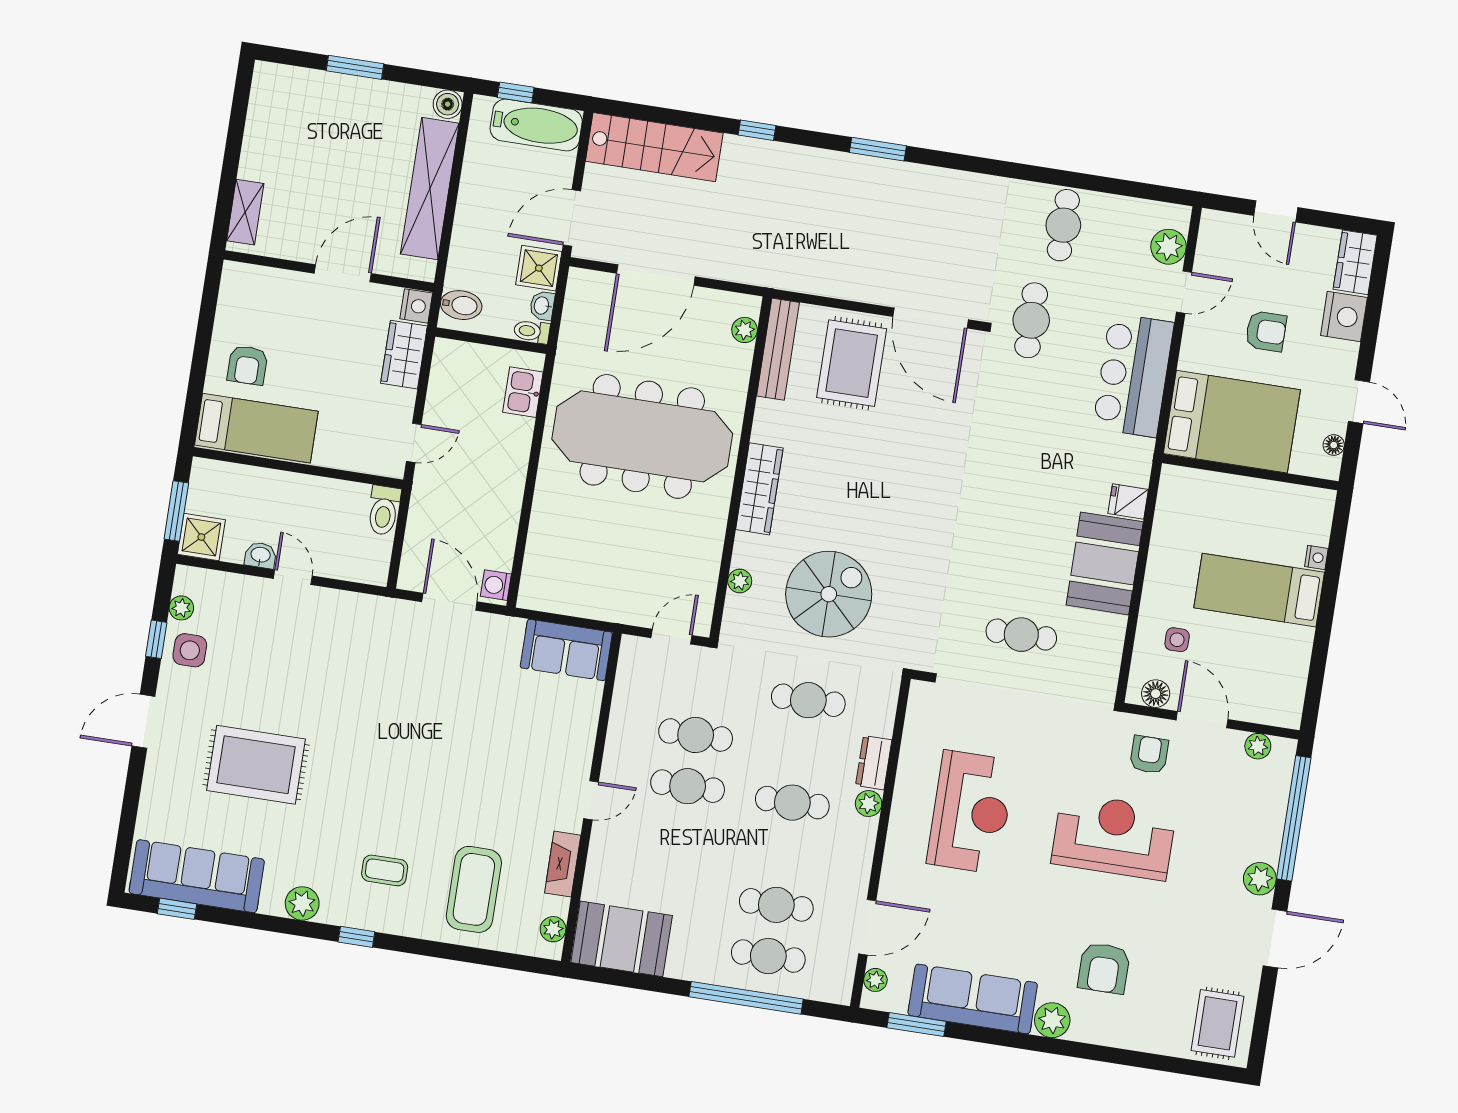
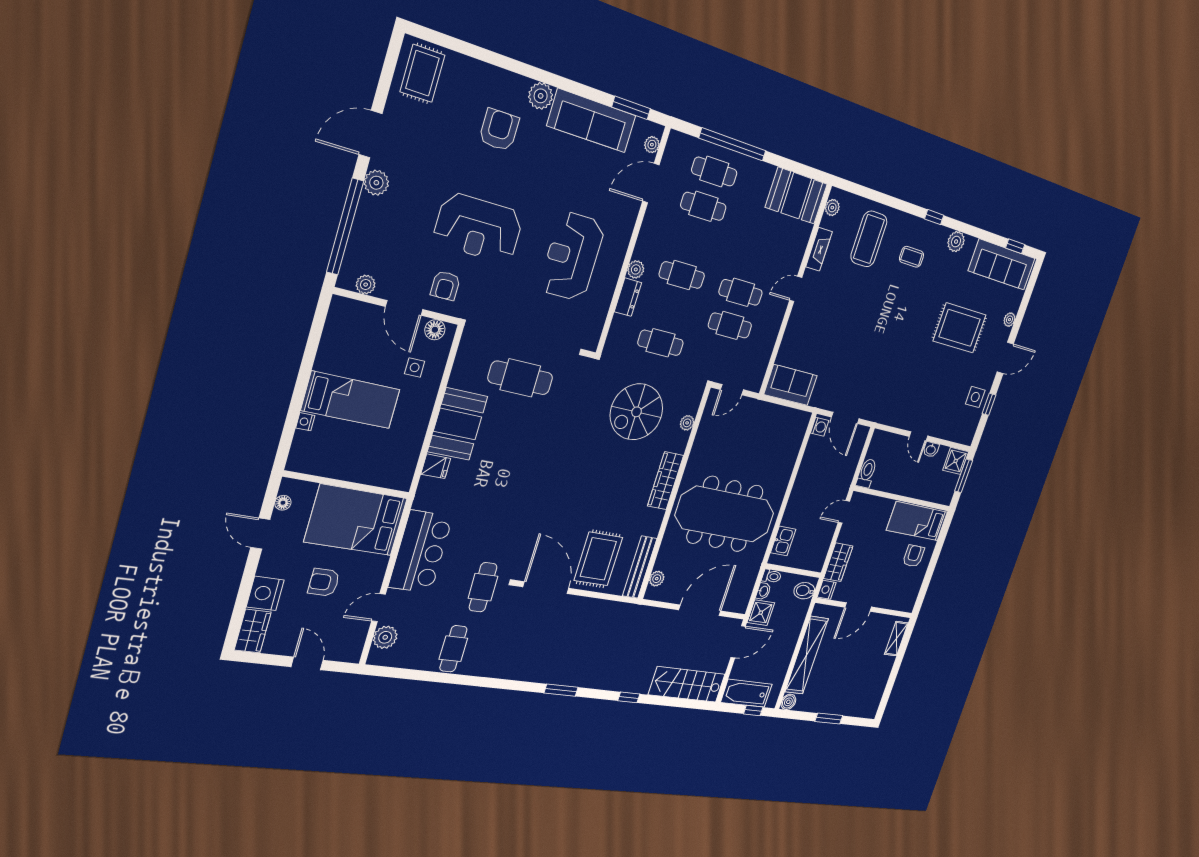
plant: (181, 608) -> (1009, 320), moved
cafe table: (1021, 635) -> (520, 378), width x1.37, depth x1.35

